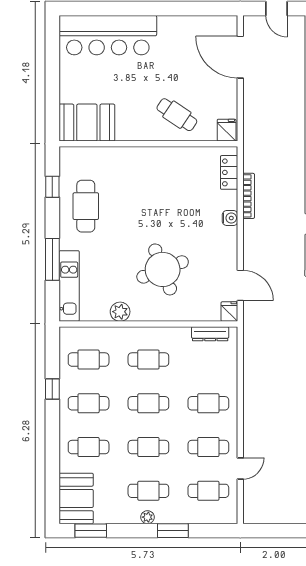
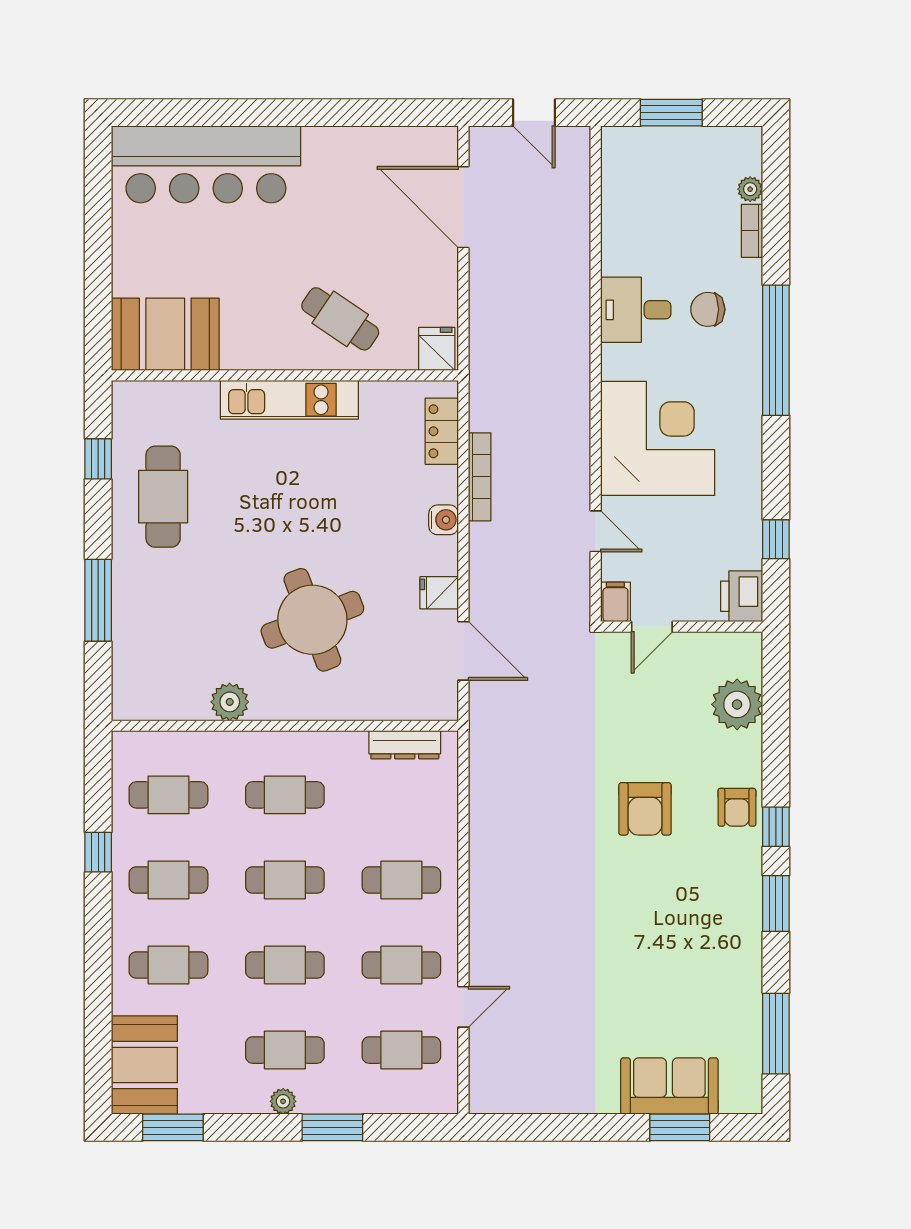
kitchen unit: (69, 286) -> (289, 400), moved, turned 90
fridge: (229, 312) -> (439, 593), moved, turned -90

